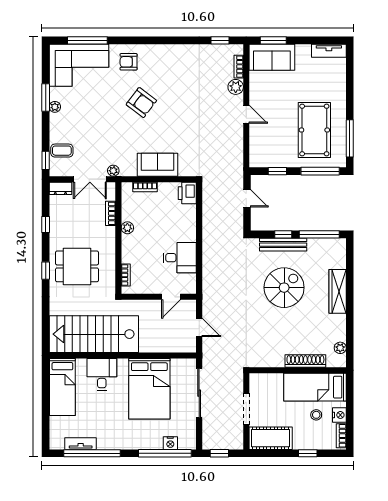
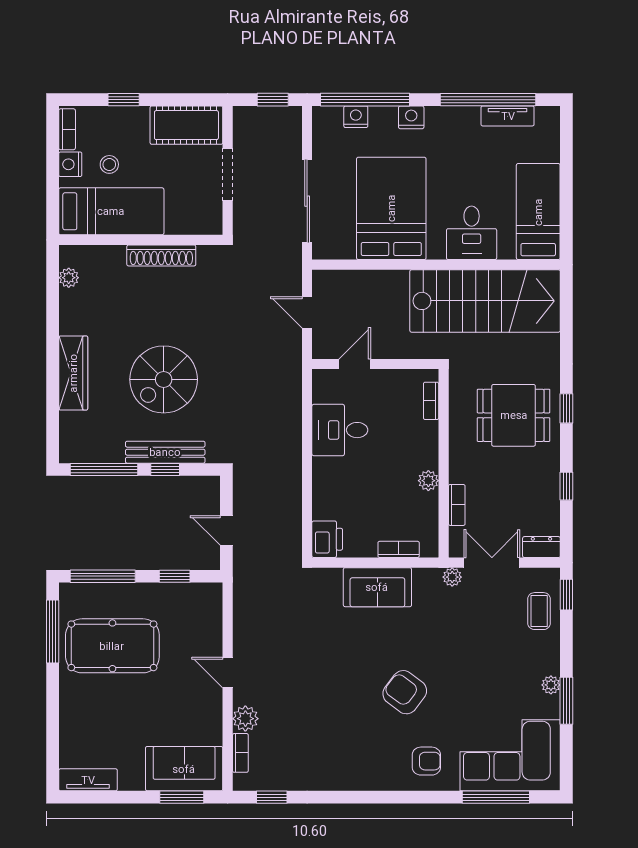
pool table: (314, 130) -> (112, 646), turned 90
coffee table: (62, 151) -> (539, 611), turned 90
shoe rack: (305, 361) -> (161, 255), moved
nightstand: (138, 443) -> (411, 117), added

